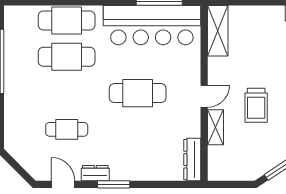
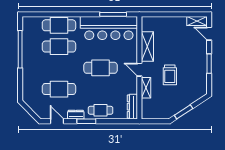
shelving: (218, 31) -> (147, 47), moved
door: (204, 96) -> (139, 70), swing flipped
cafe table: (67, 129) -> (59, 89), width x1.37, depth x1.35
cafe table: (138, 166) -> (101, 110), added

